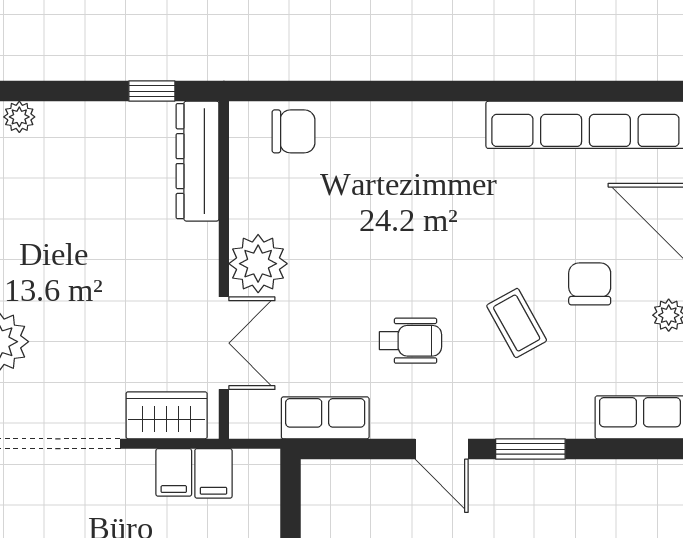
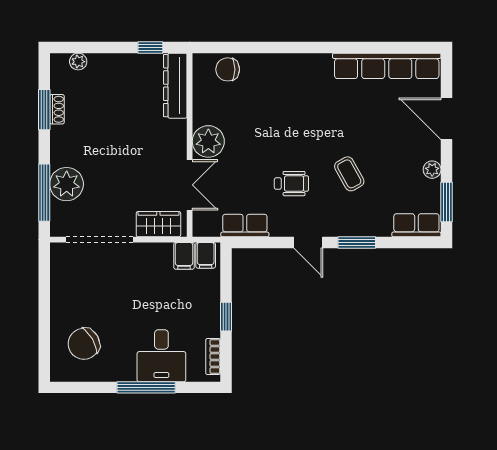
chair: (294, 131) -> (228, 69), turned 180
chair: (590, 284) -> (389, 153), removed
filing cabinet: (174, 472) -> (206, 255), moved

